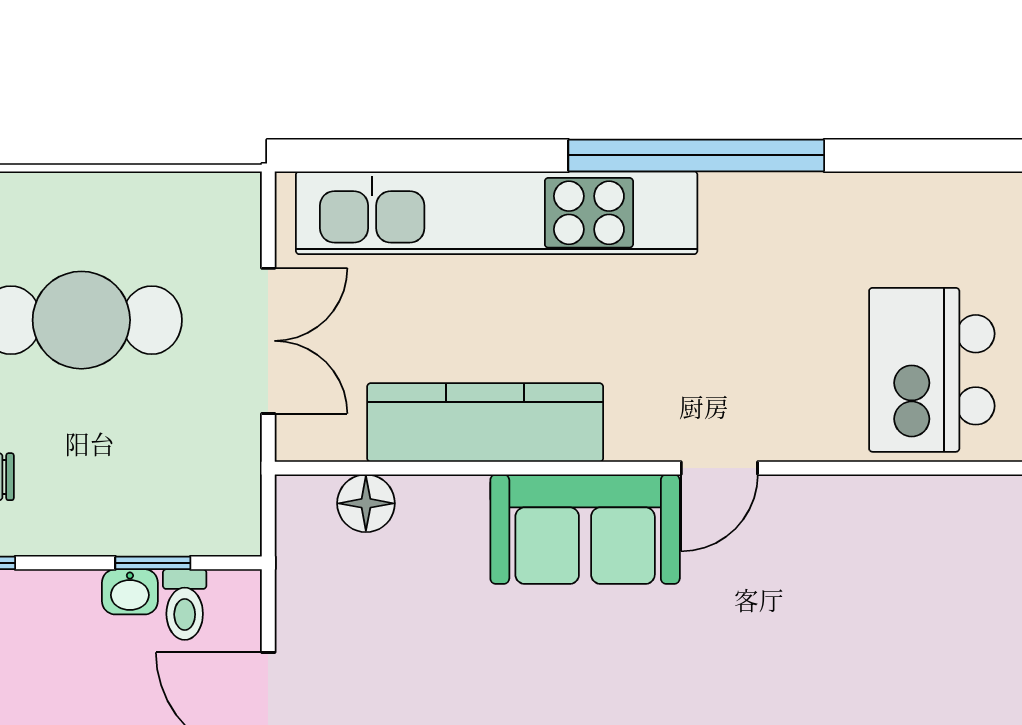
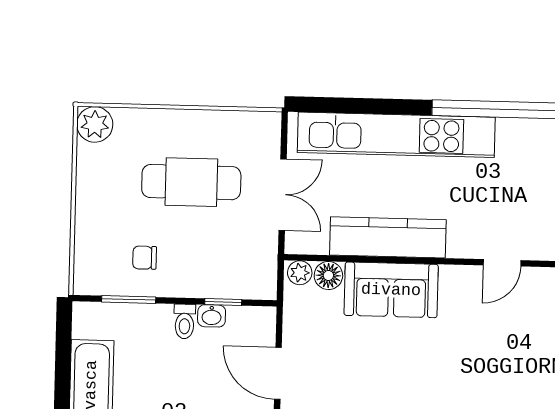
plant: (307, 499) -> (300, 273), added
sofa: (585, 529) -> (391, 290), moved
toilet: (185, 605) -> (185, 321), moved

